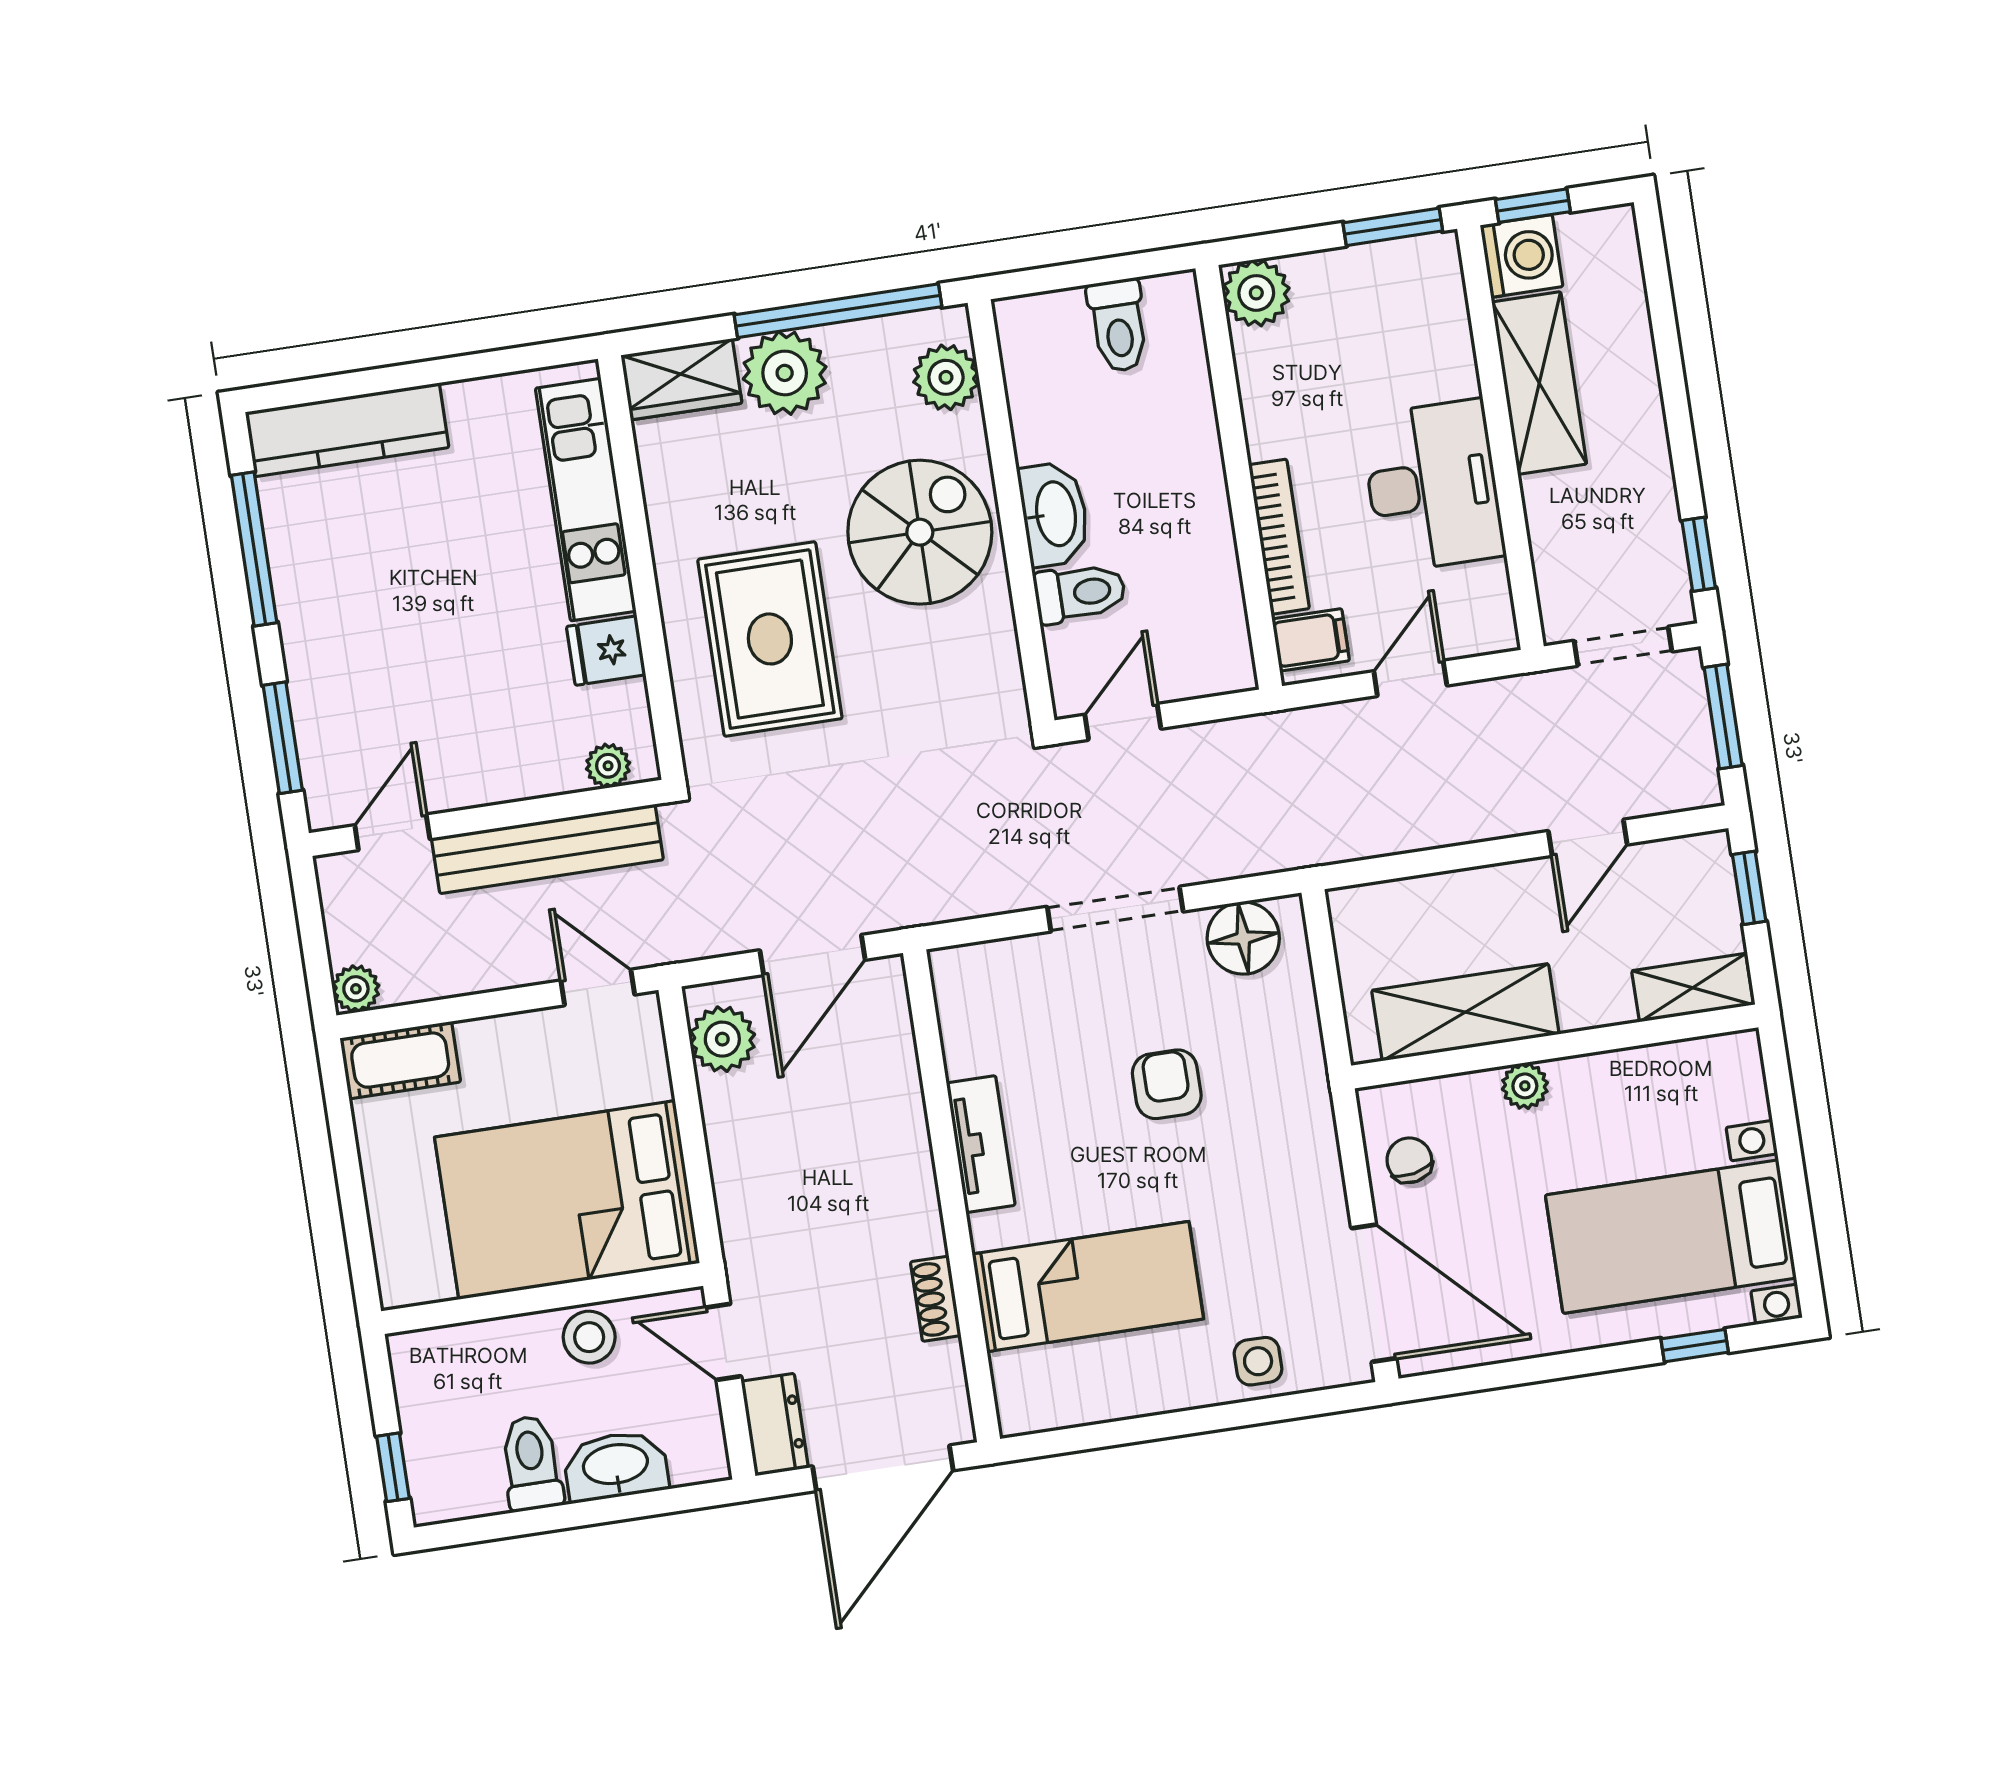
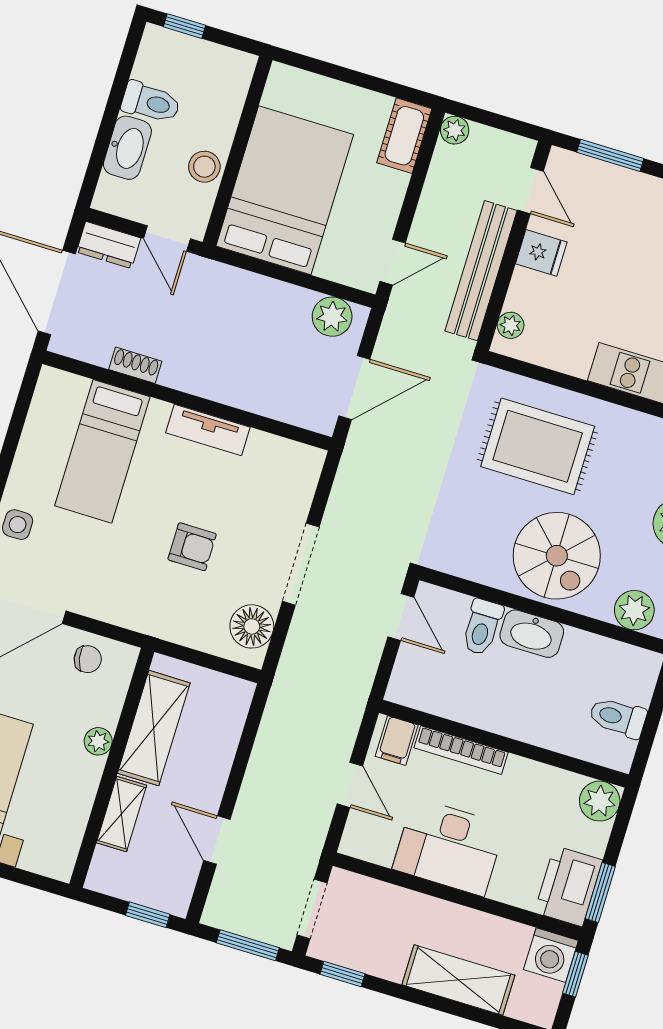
printer: (1406, 279) -> (568, 886), added
shelving: (1539, 383) -> (458, 980), moved
fridge: (606, 651) -> (541, 253), moved, turned 90
door: (812, 955) -> (354, 387), swing flipped
shelving: (1693, 988) -> (121, 814), moved
door: (723, 1342) -> (167, 238), swing flipped

